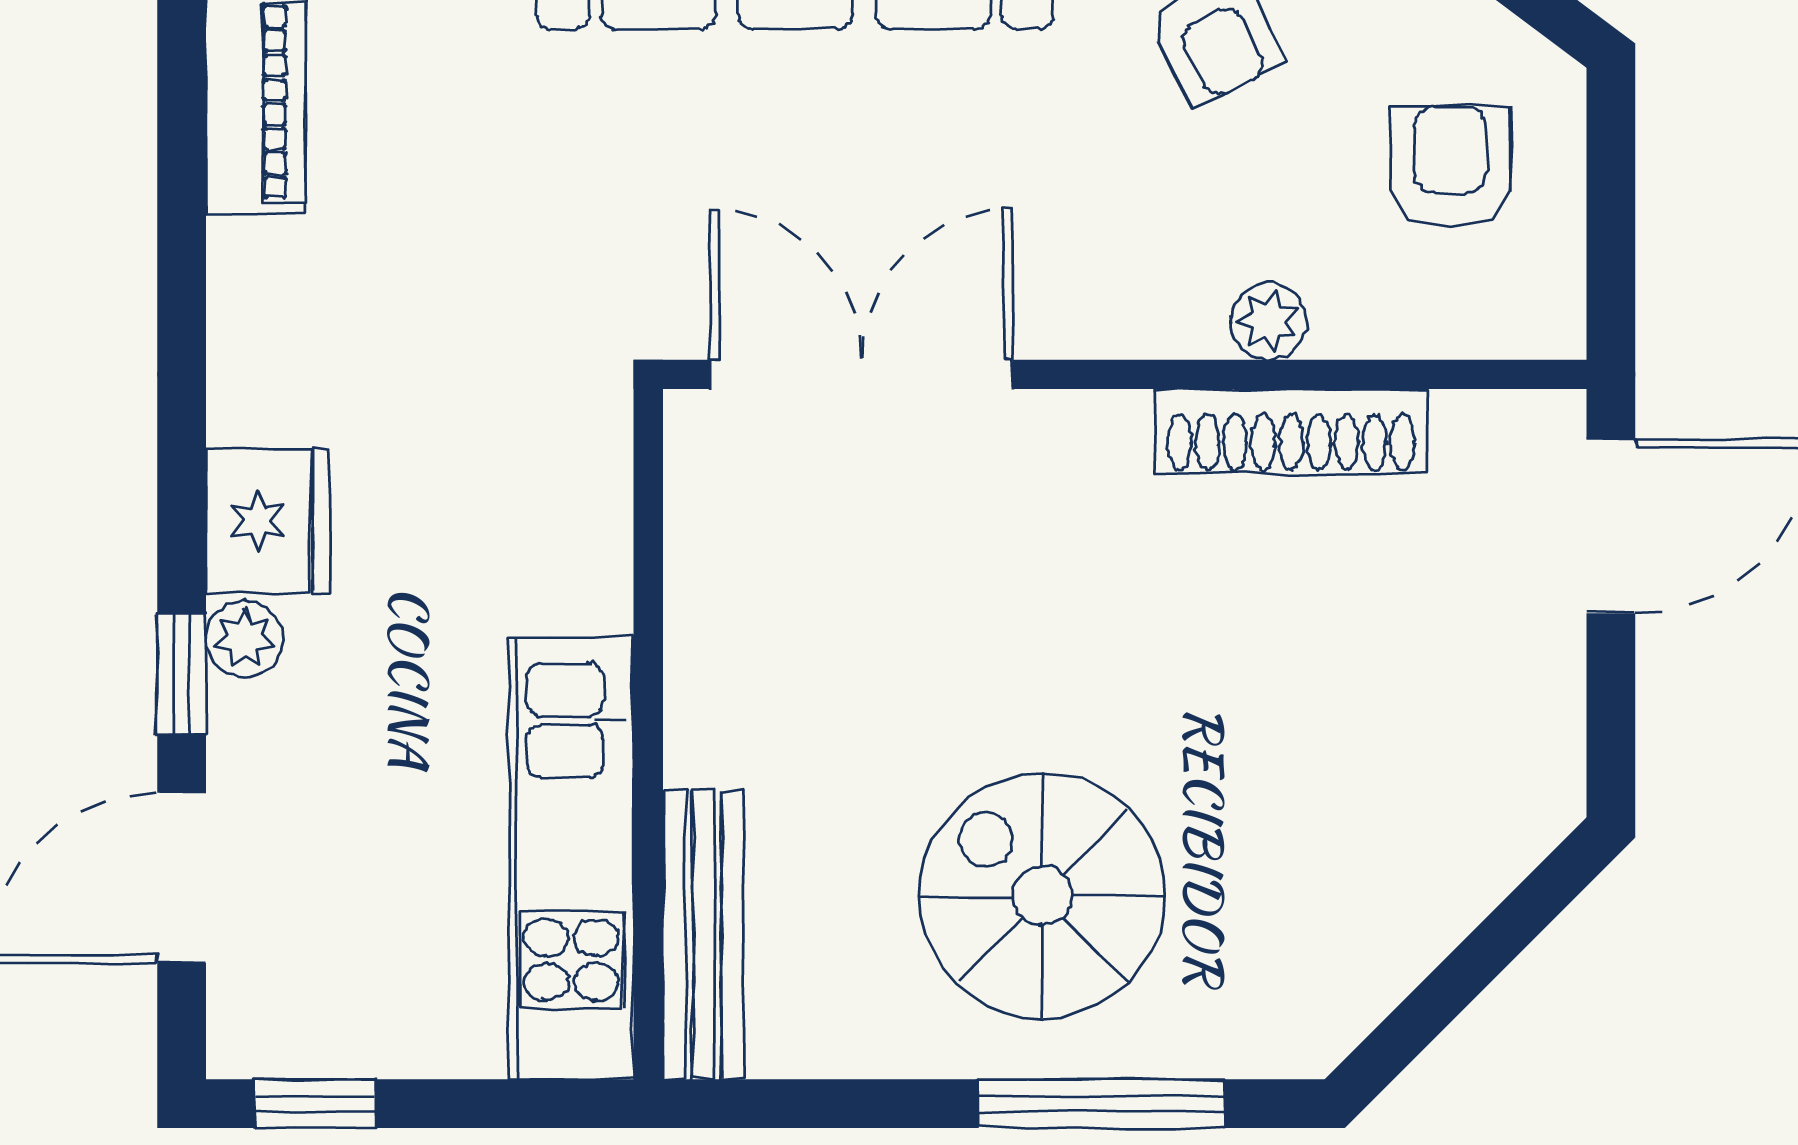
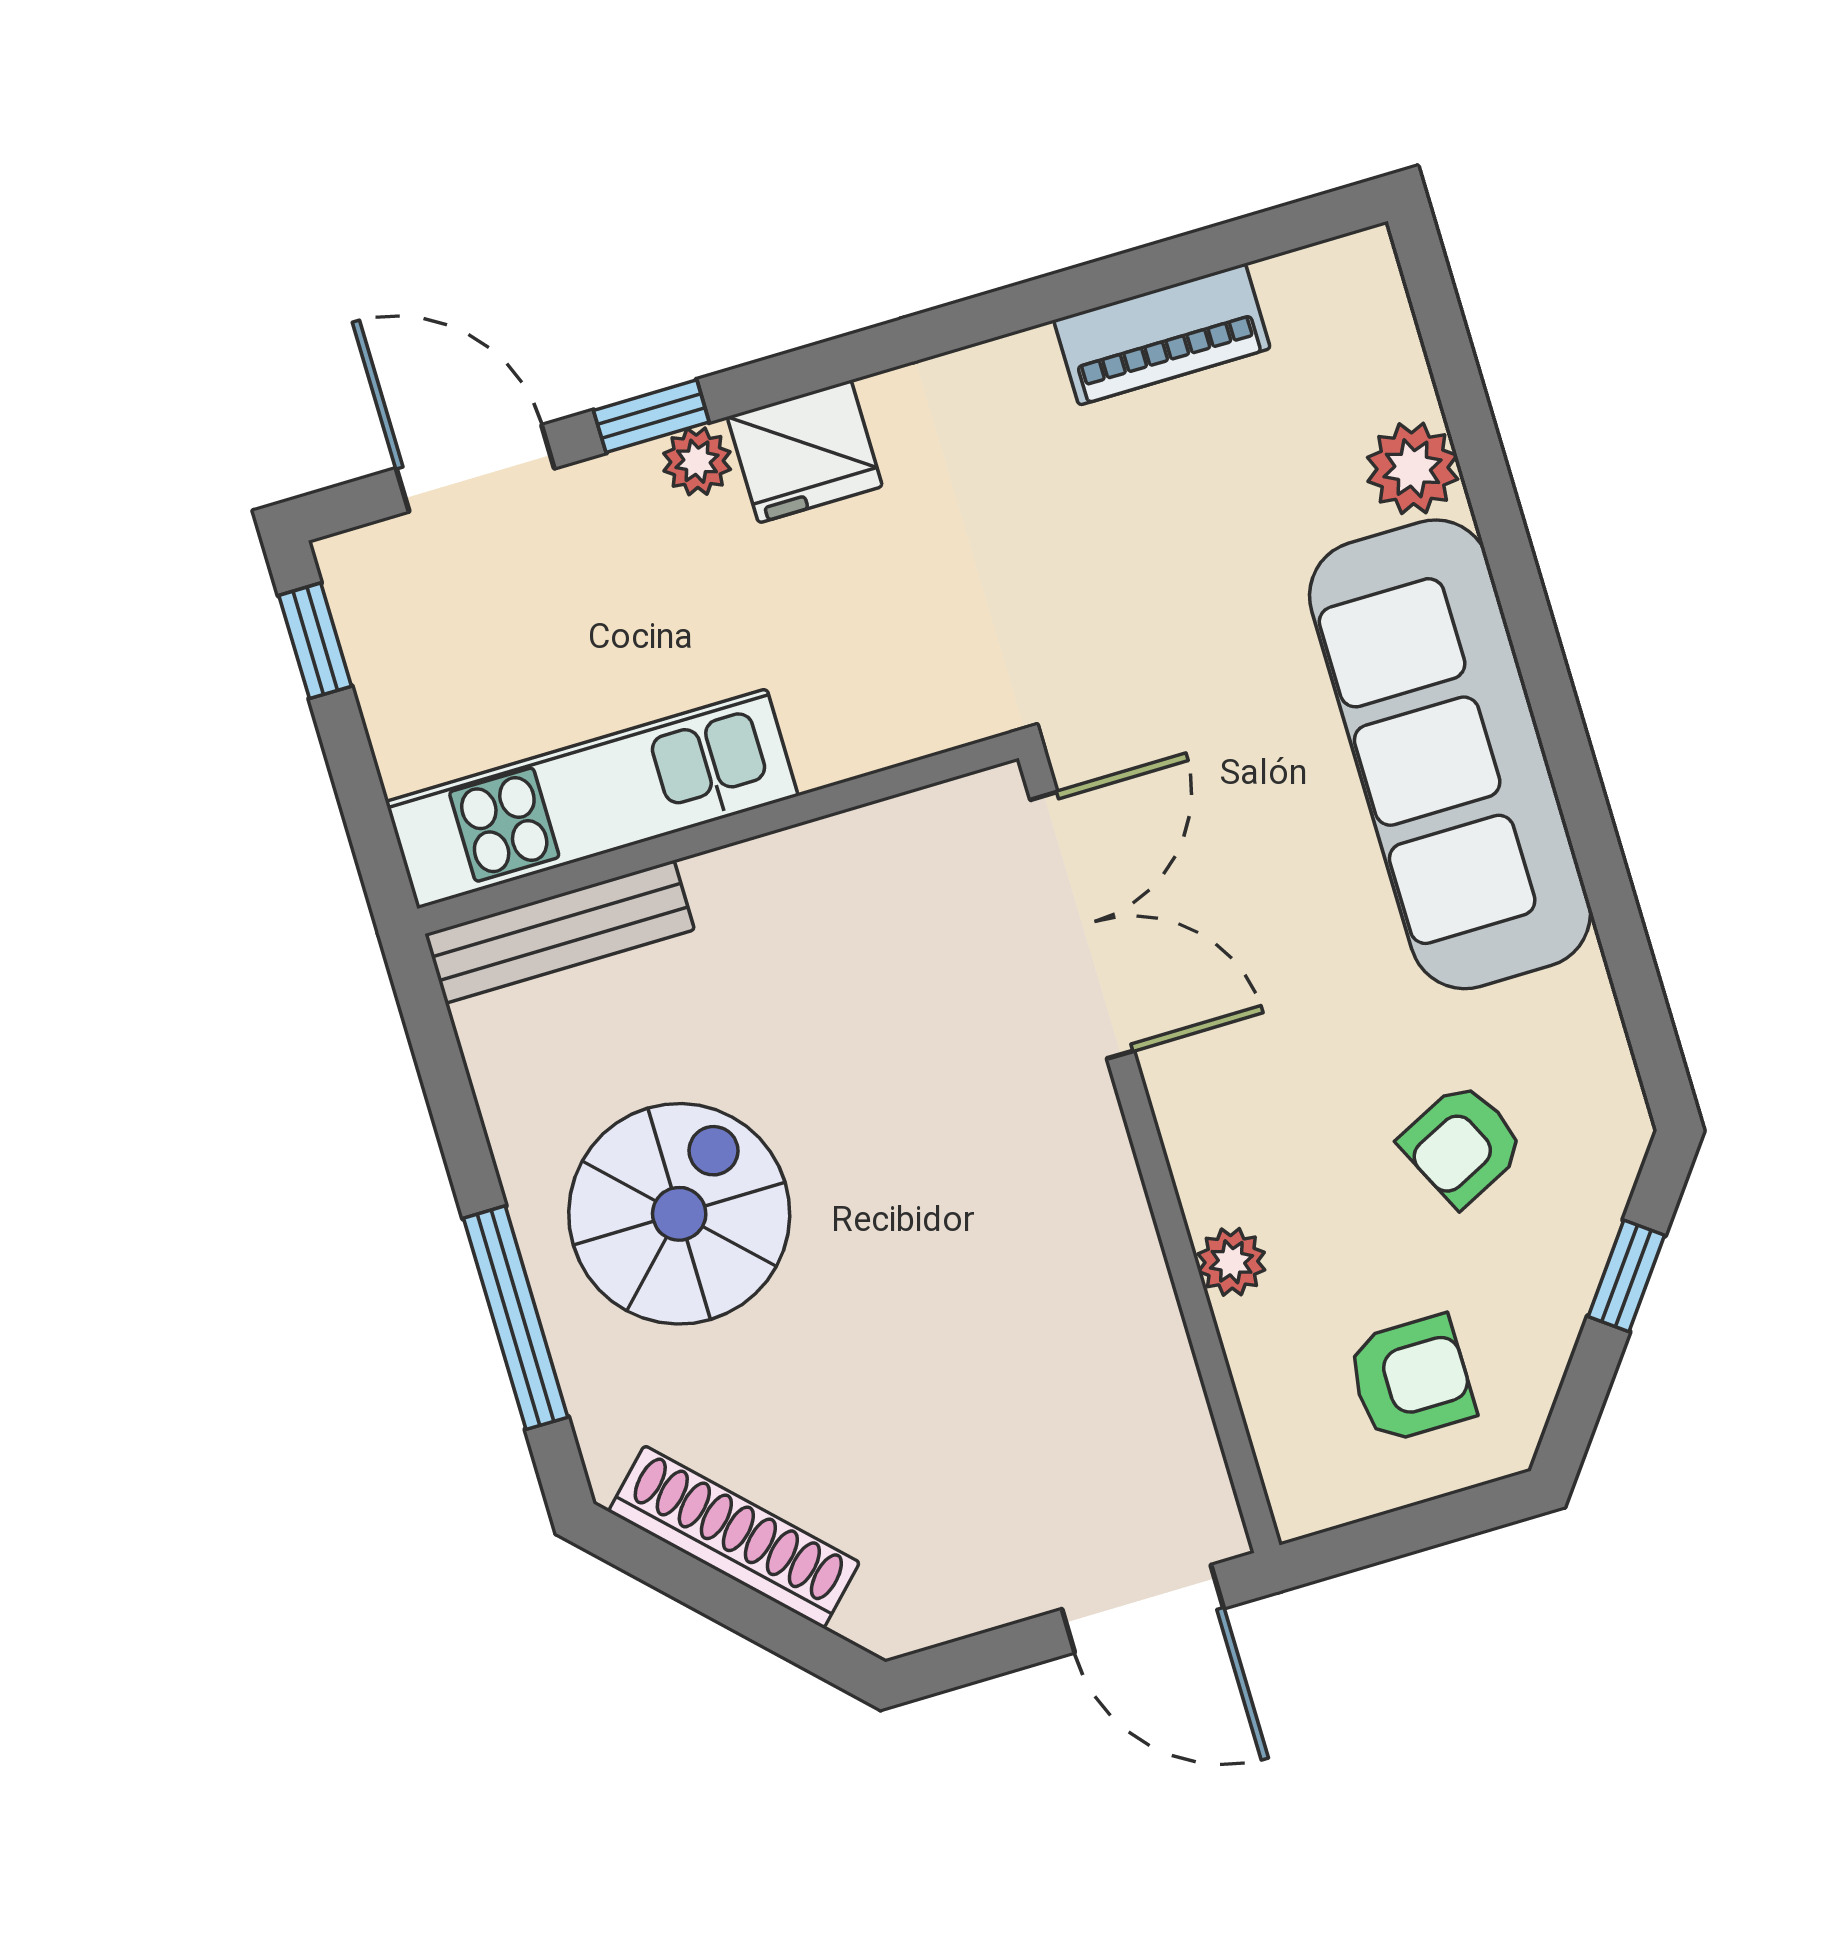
shoe rack: (1291, 431) -> (734, 1537), moved, turned 135

